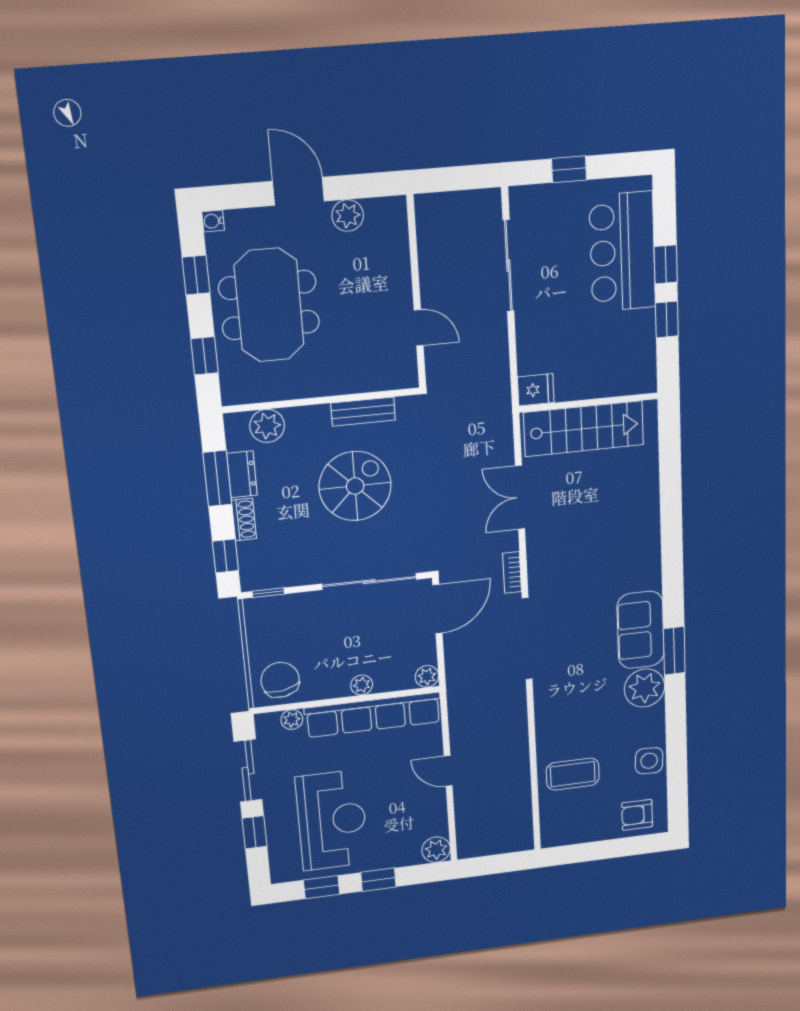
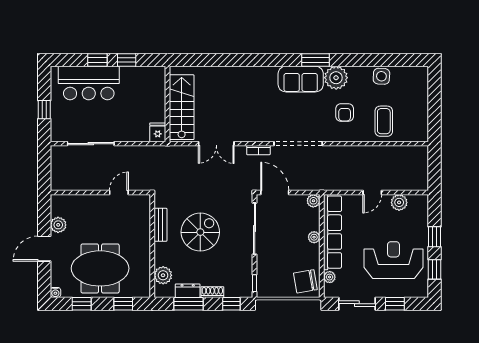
spiral stairs: (355, 486) -> (200, 232), turned 90
armchair: (637, 815) -> (345, 113), moved
plant: (436, 850) -> (399, 202), moved

